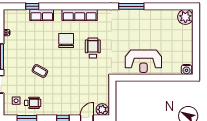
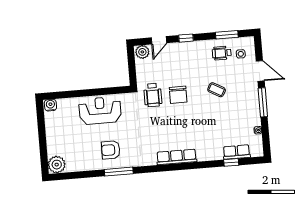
row of seats: (42, 15) -> (237, 152), moved
armchair: (137, 26) -> (111, 150), added
chair: (66, 41) -> (178, 95), moved
wheelchair: (93, 48) -> (153, 95), moved

